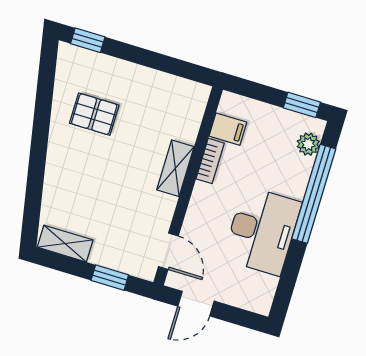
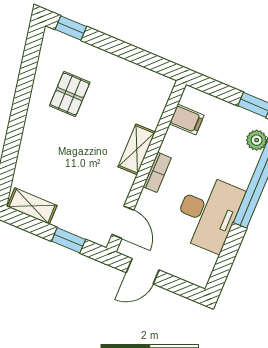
pallet: (94, 114) -> (70, 94), turned 90
bookcase: (210, 161) -> (157, 172), moved

